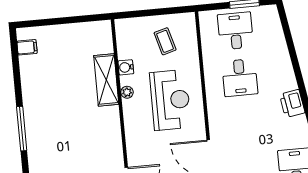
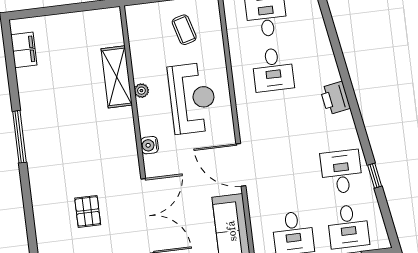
filing cabinet: (27, 47) -> (24, 50), width x2.00
water cooler: (126, 67) -> (149, 145), moved

